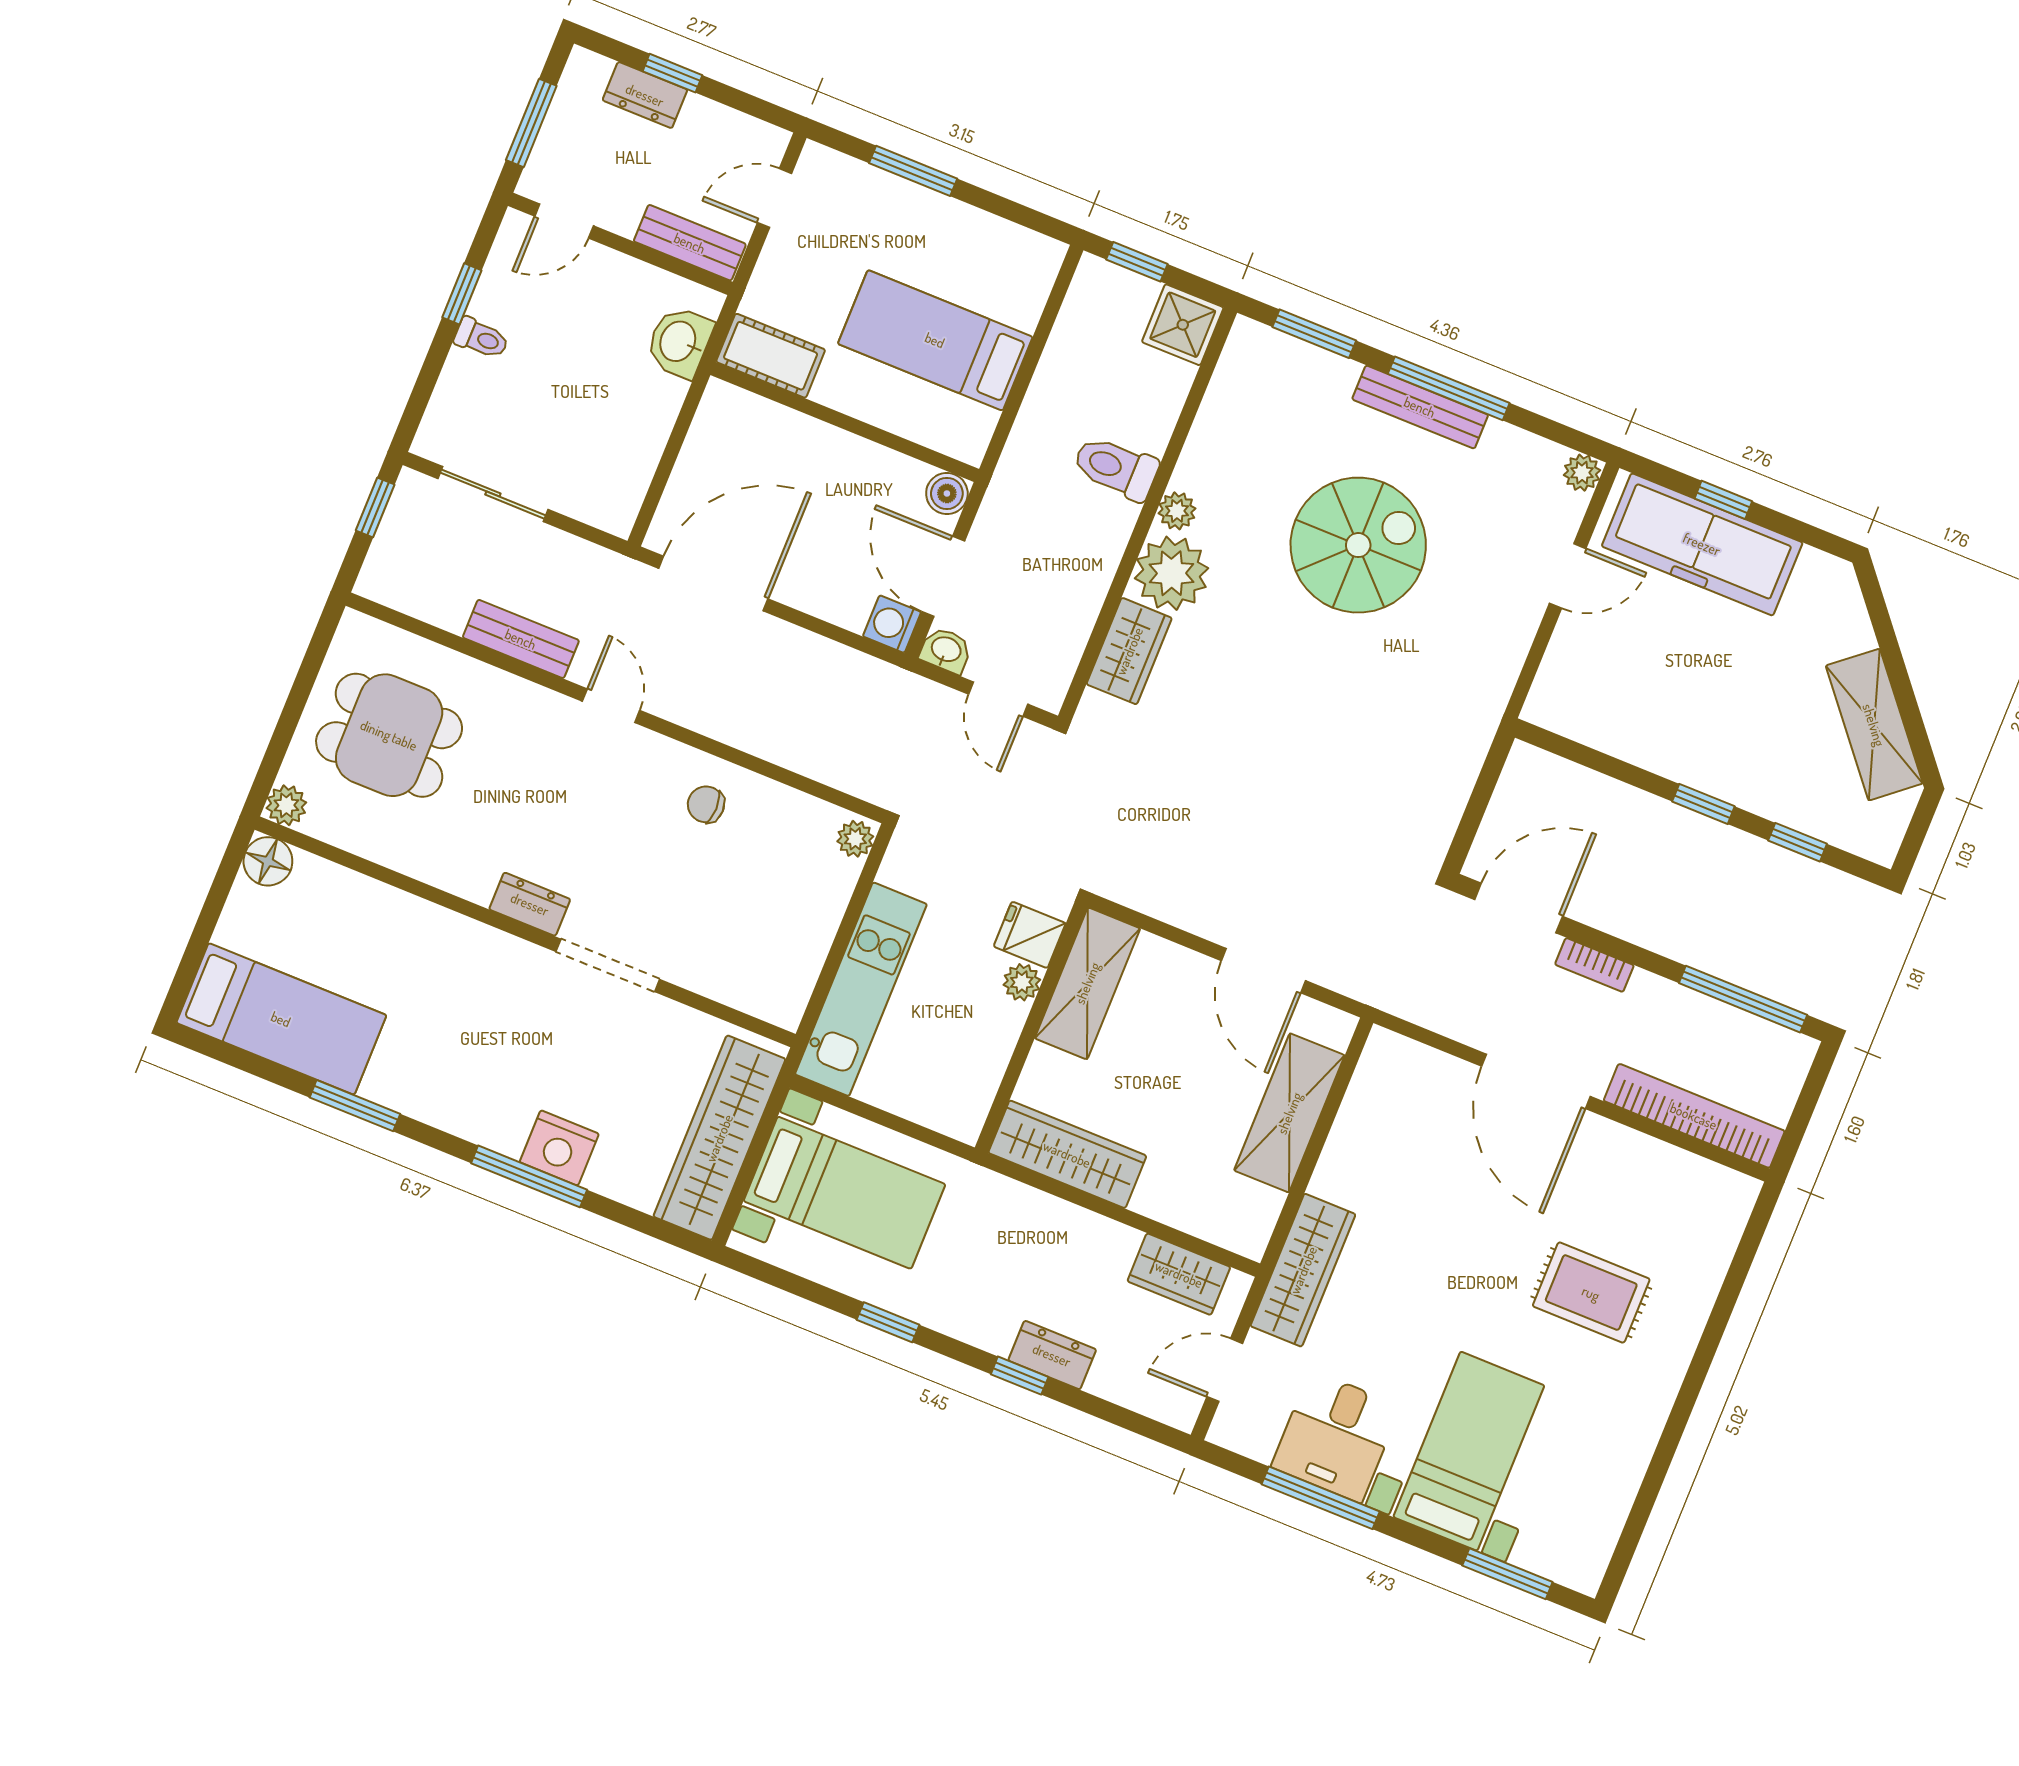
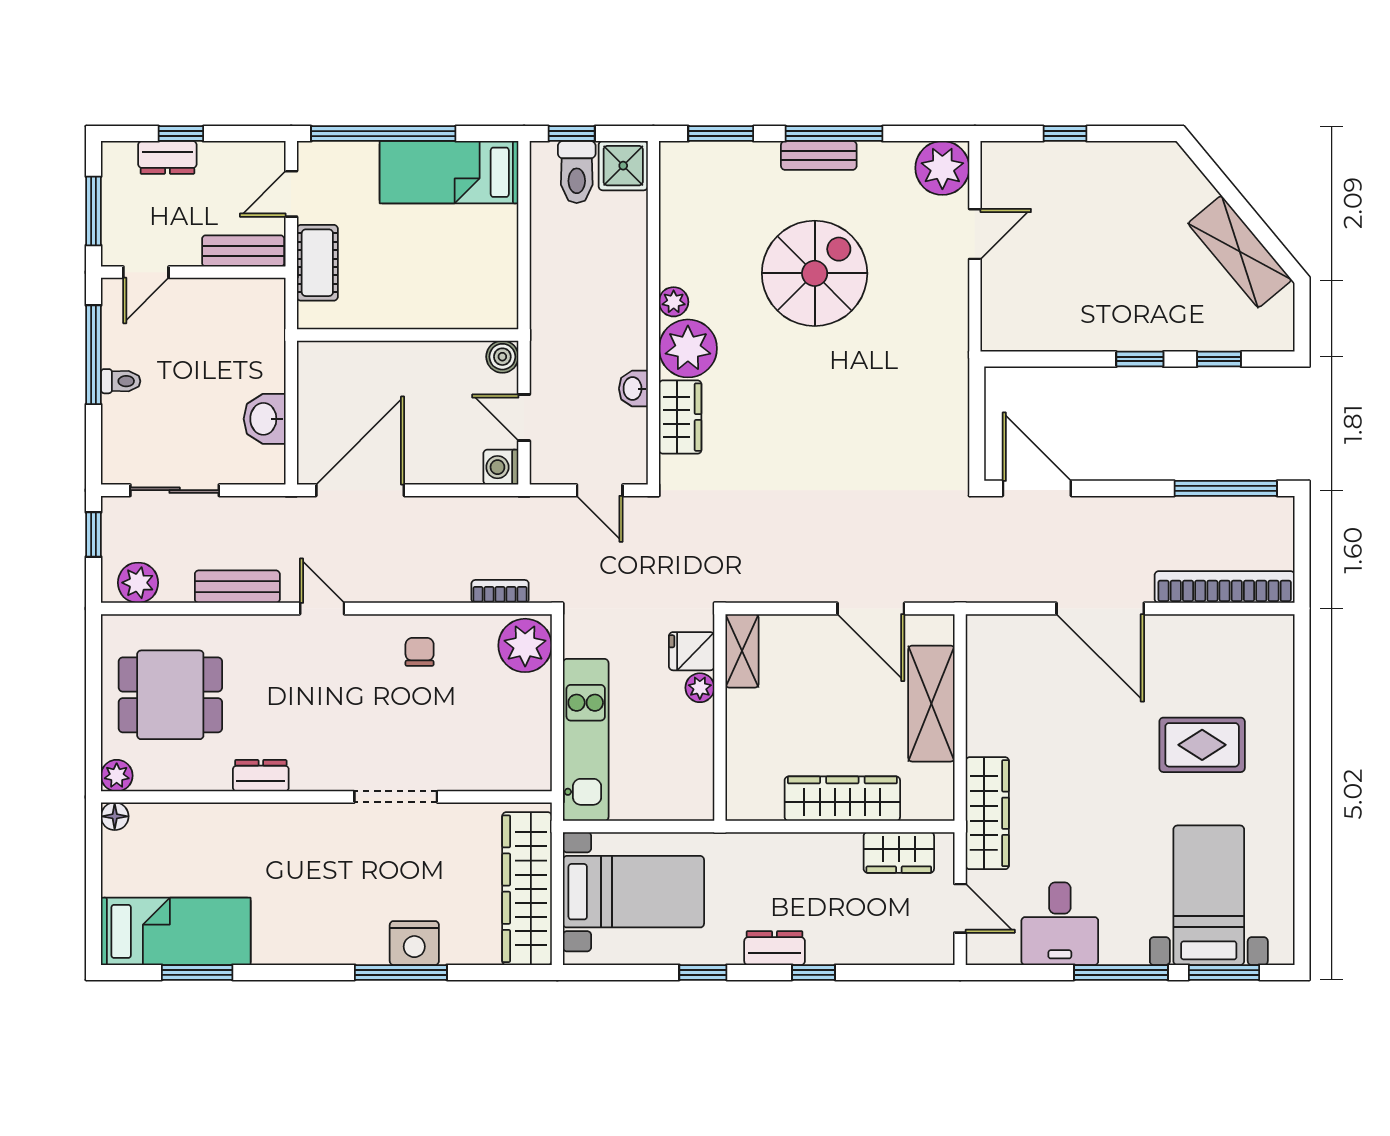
window: (913, 171) -> (383, 134), width x2.11
window: (462, 294) -> (94, 355), width x2.17
bed: (935, 340) -> (449, 172), moved
washbasin: (679, 342) -> (265, 419), moved
cot: (771, 356) -> (317, 263), moved, turned 90
bench: (1420, 407) -> (819, 155), width x0.73
toilet: (1116, 468) -> (577, 172), moved, turned -90
plant: (1582, 473) -> (942, 168), width x1.87, depth x1.87
freezer: (1702, 544) -> (1063, 172), removed
door: (943, 576) -> (524, 418), width x0.73
plant: (405, 586) -> (138, 583), added
washbasin: (946, 650) -> (633, 389), moved, turned -90
chair: (706, 804) -> (420, 652), turned 90
plant: (855, 839) -> (525, 645), width x1.87, depth x1.87
floor lamp: (268, 861) -> (115, 816), width x0.73, depth x0.73
dresser: (530, 904) -> (261, 776), moved
door: (1519, 908) -> (1037, 488), hinge flipped
bookcase: (1594, 965) -> (500, 591), moved, turned 180
shelving: (1087, 983) -> (742, 651), width x0.67, depth x0.75
window: (355, 1106) -> (197, 972), moved
wardrobe: (1067, 1154) -> (842, 799), moved
dresser: (1052, 1355) -> (775, 948), moved
door: (1225, 1370) -> (960, 908), swing flipped
bed with nightstands: (1469, 1451) -> (1209, 895), moved
window: (1321, 1498) -> (1121, 972), moved

